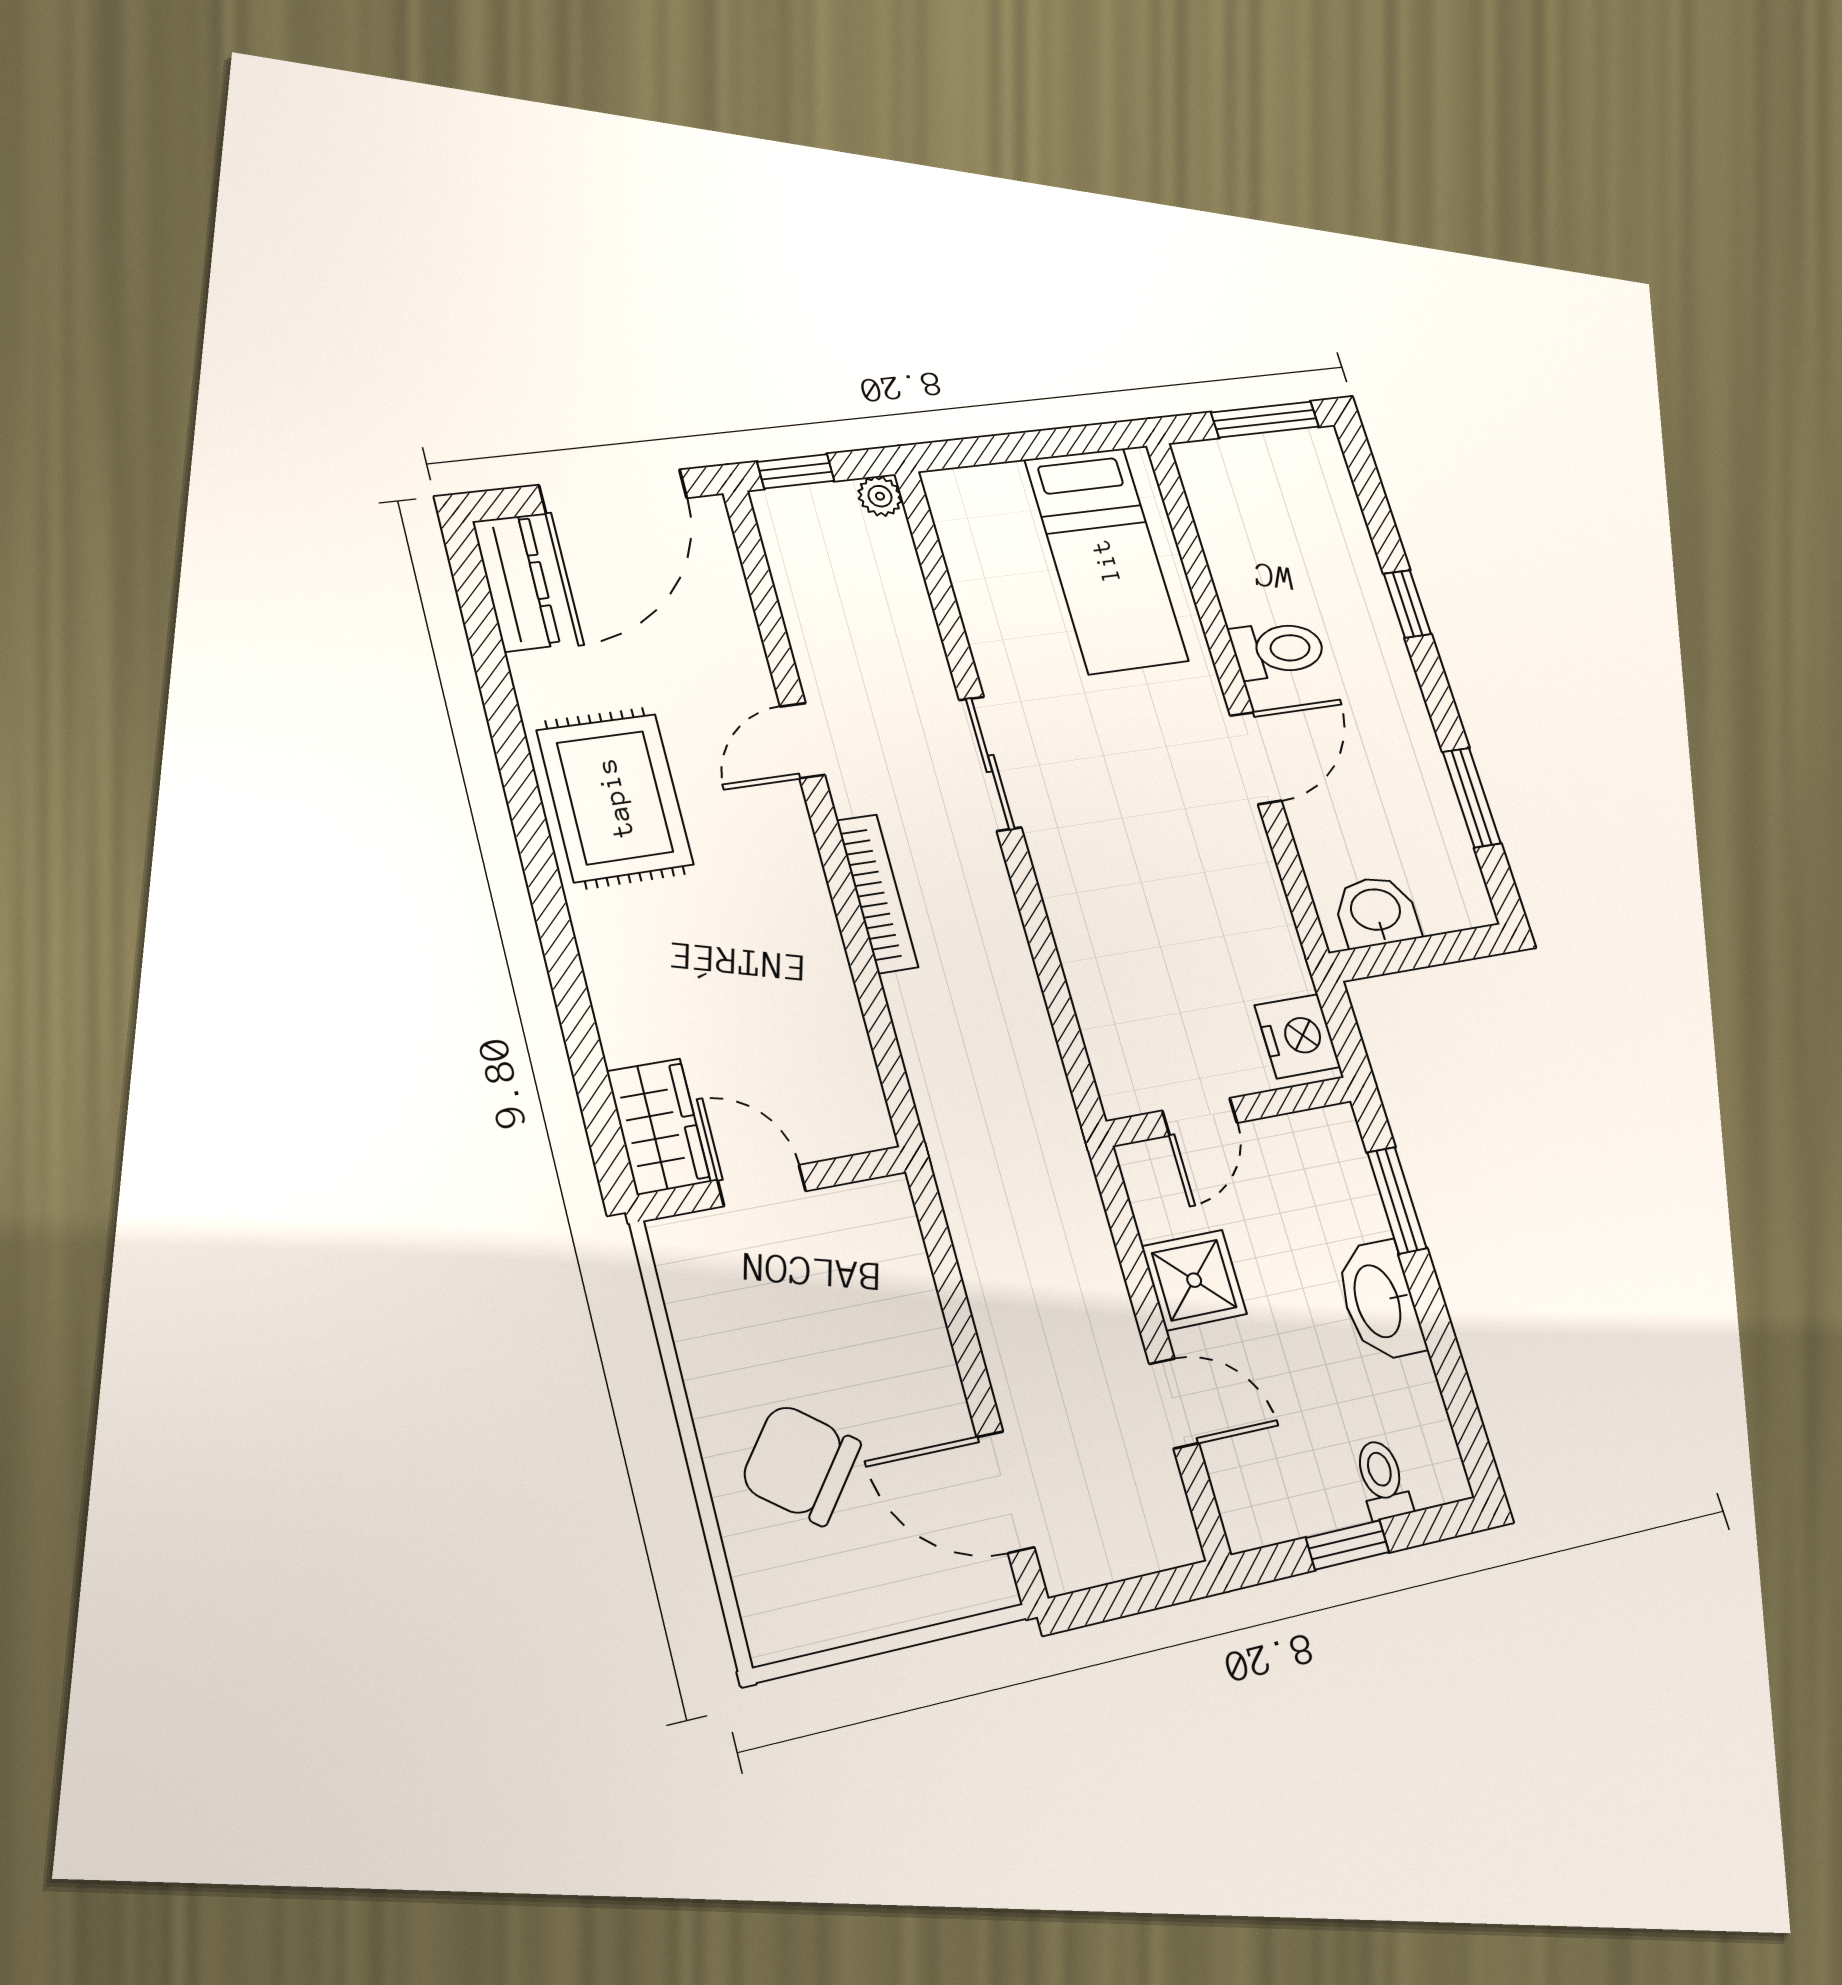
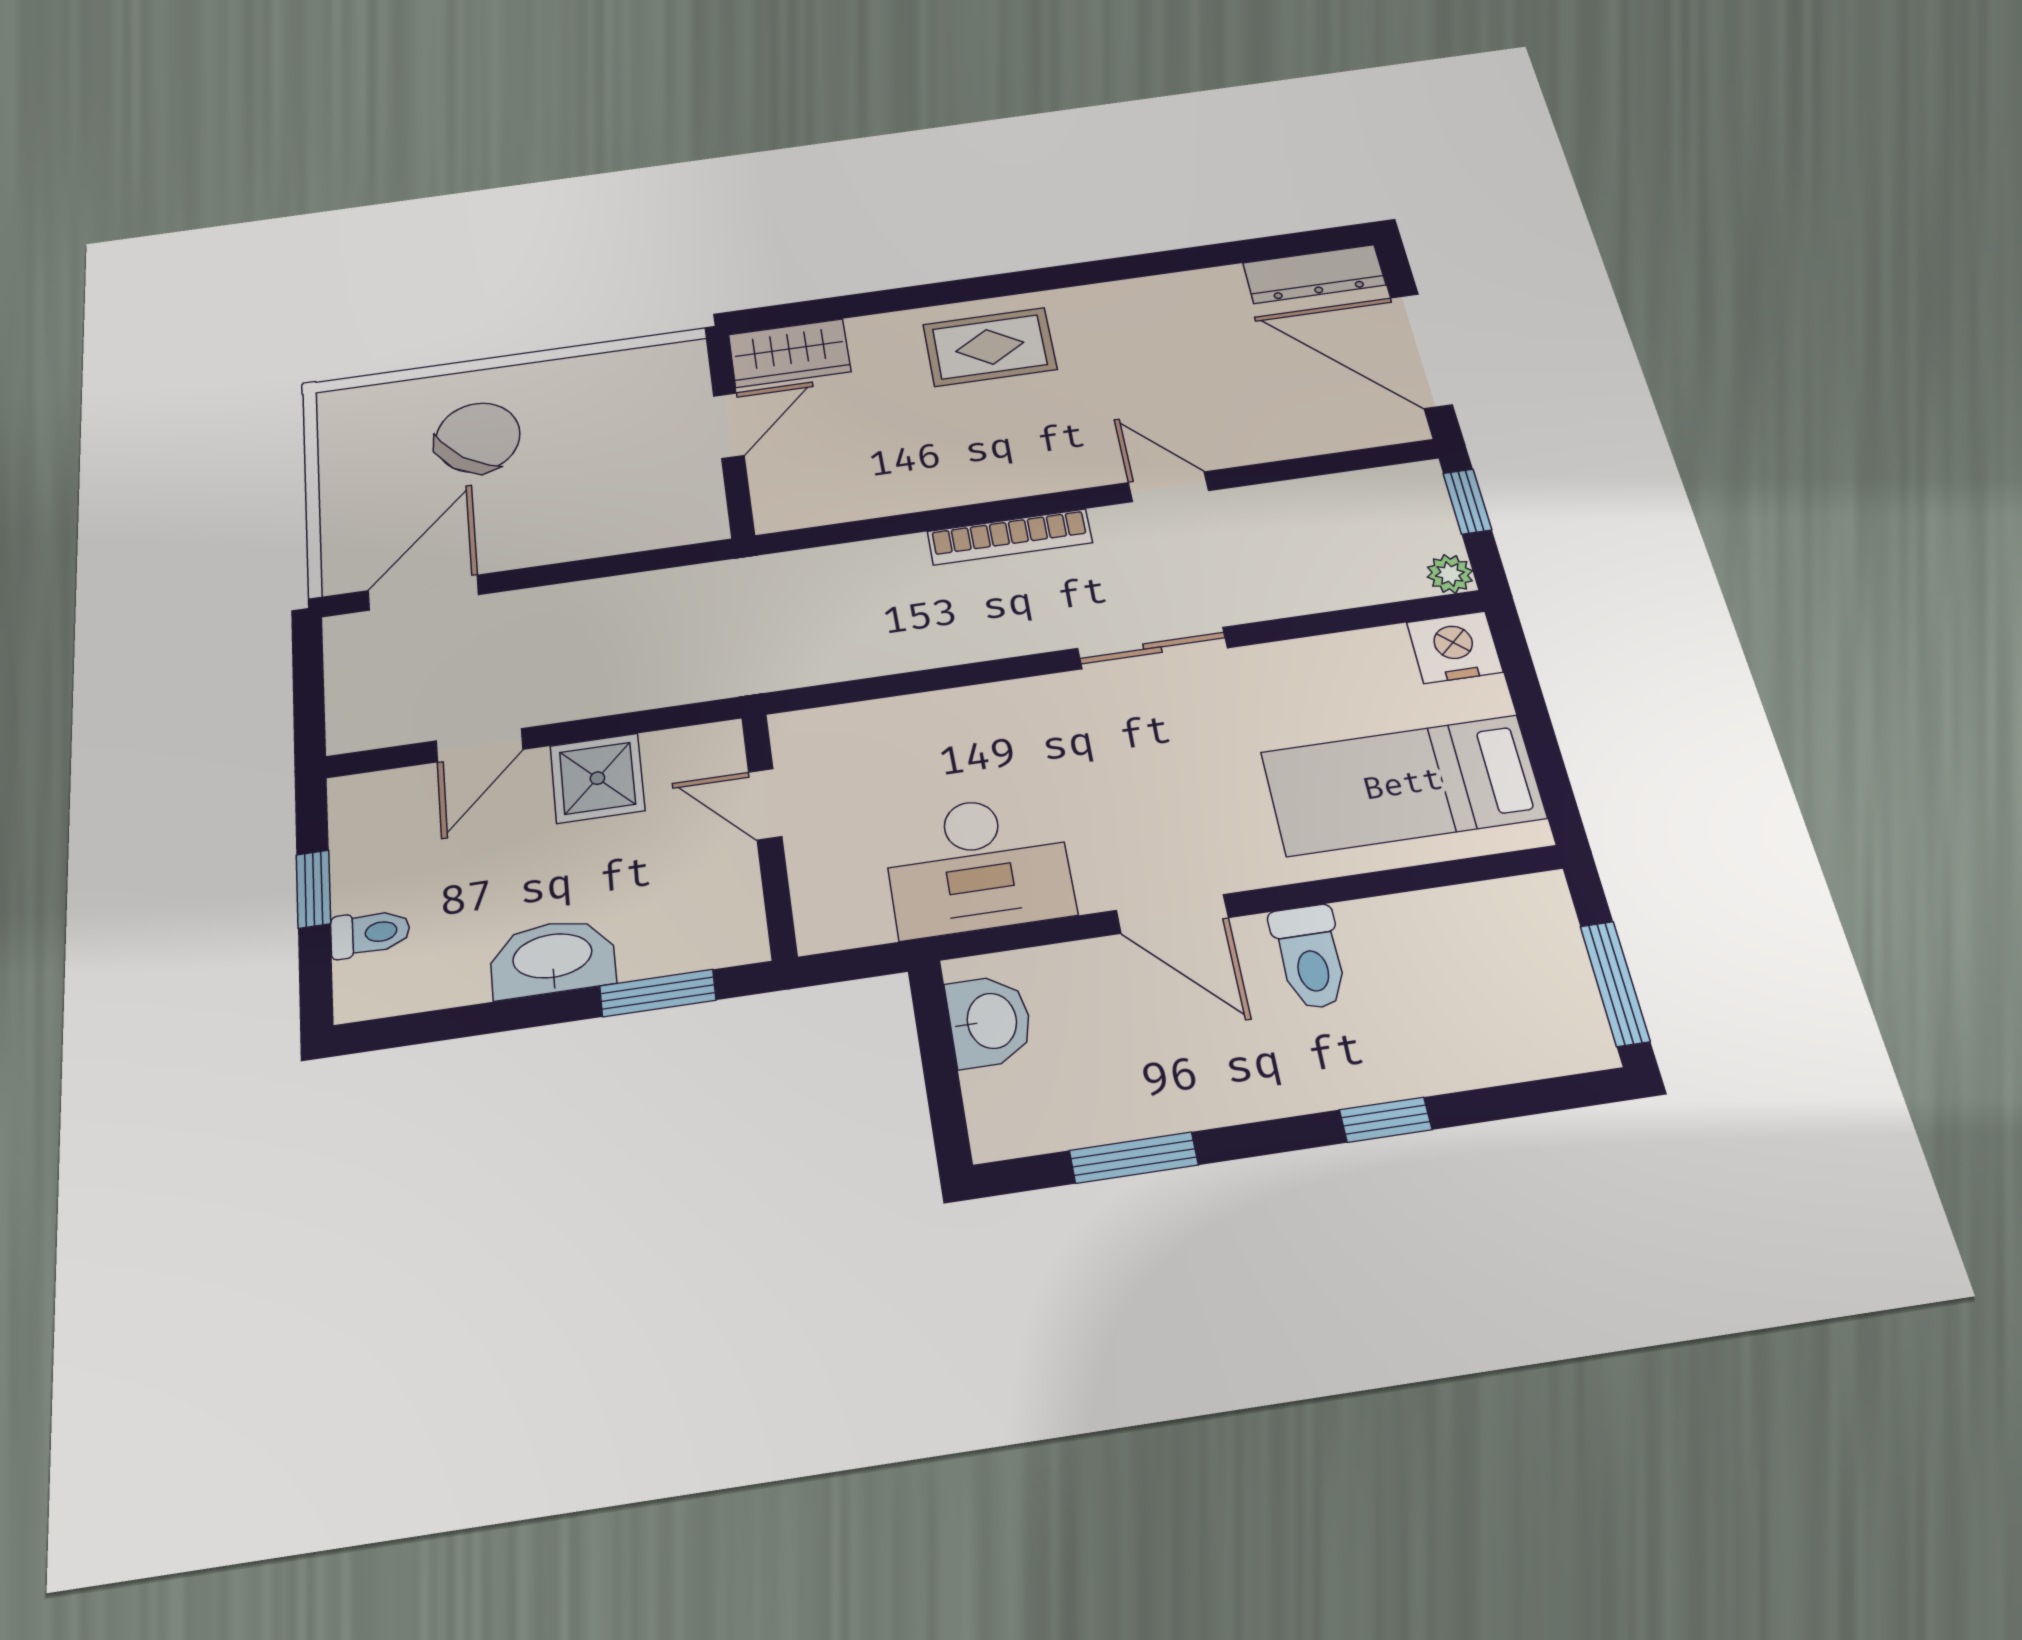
rug: (615, 797) -> (990, 347), moved, width x0.73, depth x0.70
desk: (1233, 922) -> (978, 865), added
nightstand: (1298, 1036) -> (1455, 647), moved, turned 180

